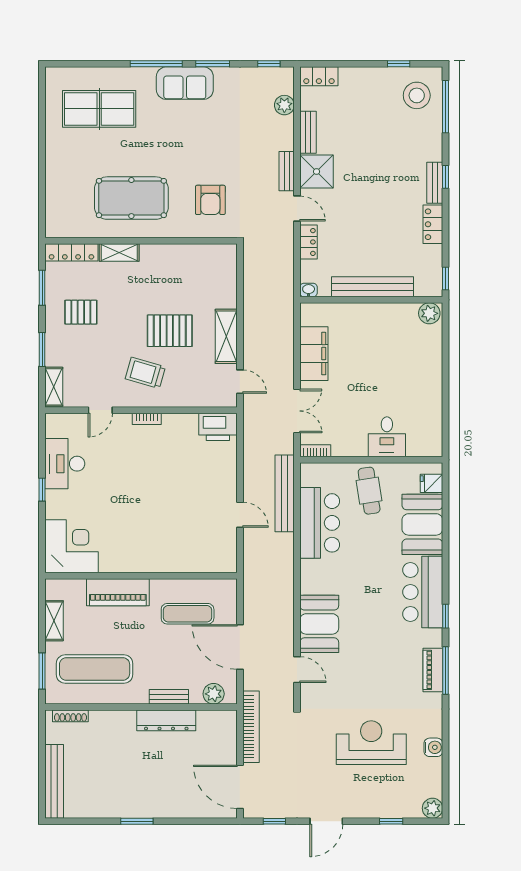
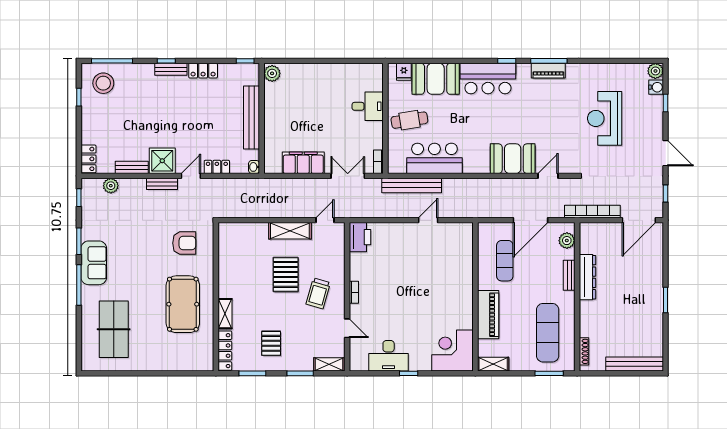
shelving: (54, 621) -> (493, 364), moved
water cooler: (433, 747) -> (656, 87), moved, turned 90

